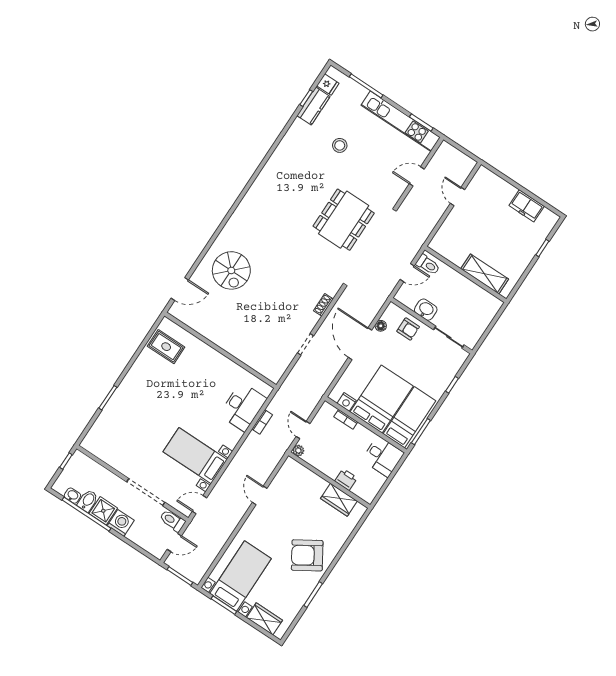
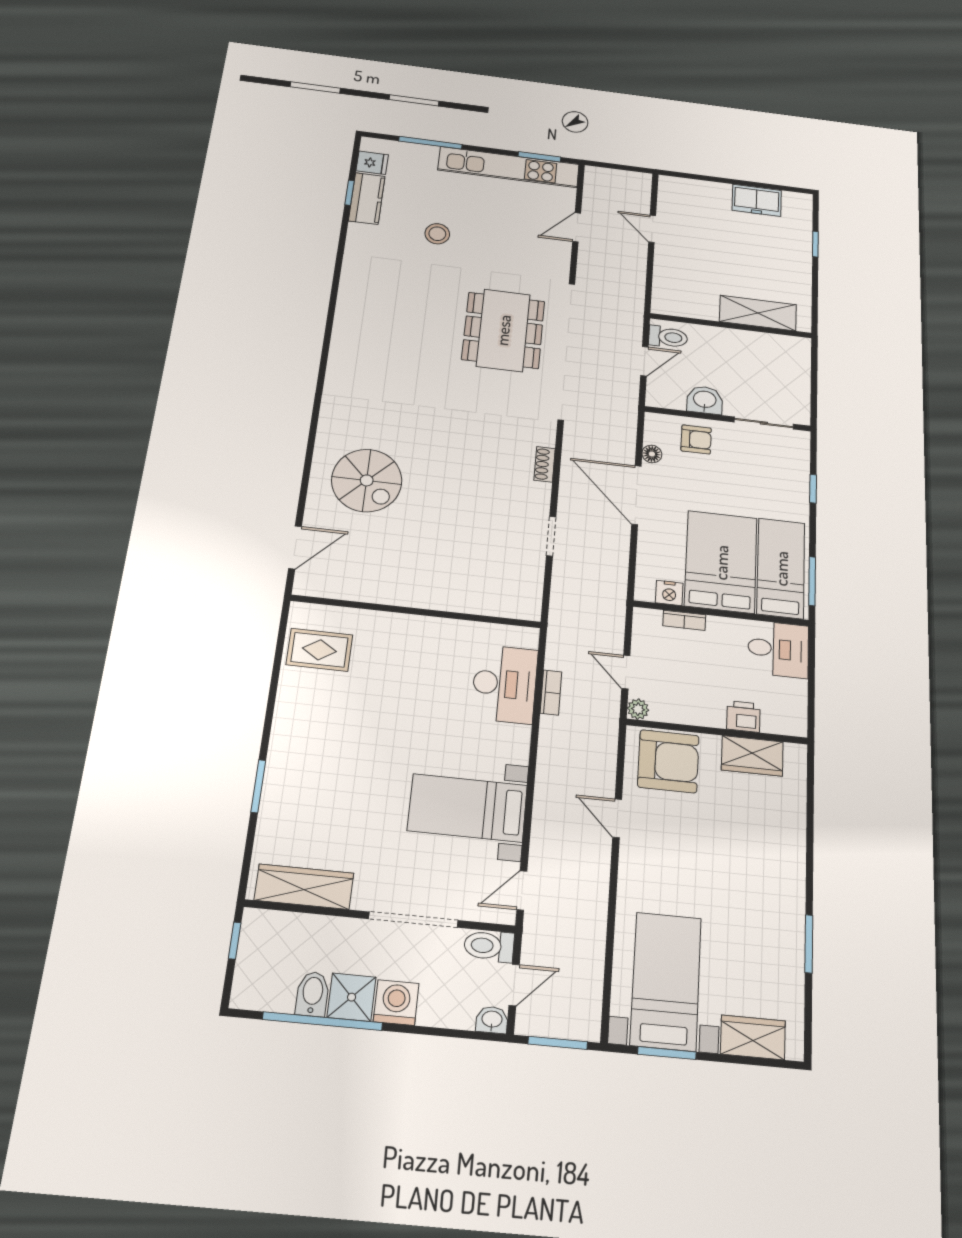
wardrobe: (106, 453) -> (304, 887), added
washbasin: (72, 496) -> (492, 1020), moved
armchair: (307, 555) -> (668, 761), moved, turned -148

